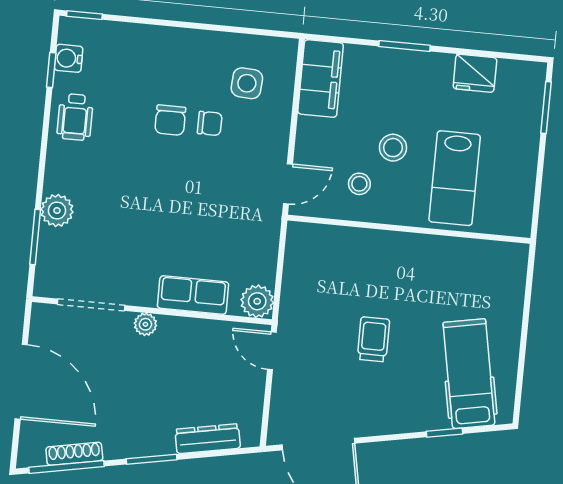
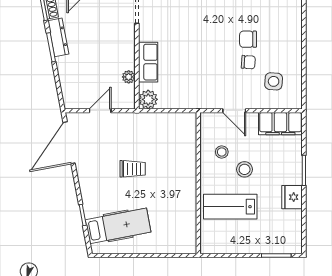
fridge: (475, 73) -> (292, 197), moved
chair: (210, 123) -> (248, 62), turned -86
door: (288, 184) -> (234, 111), moved
plant: (145, 324) -> (129, 77), moved
door: (272, 351) -> (100, 111), moved
dresser: (208, 439) -> (58, 37), moved

